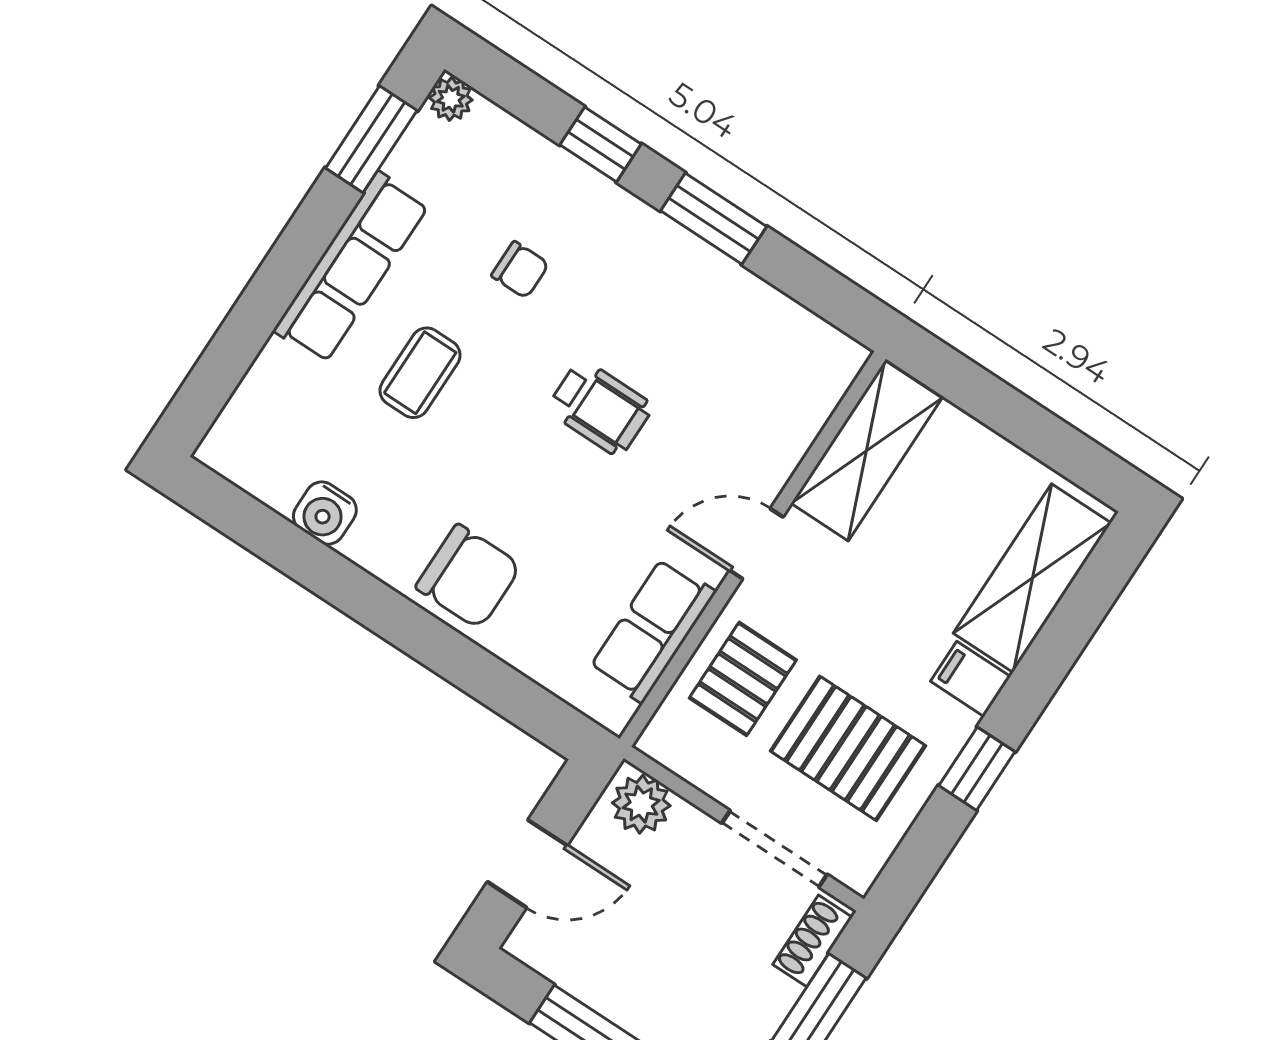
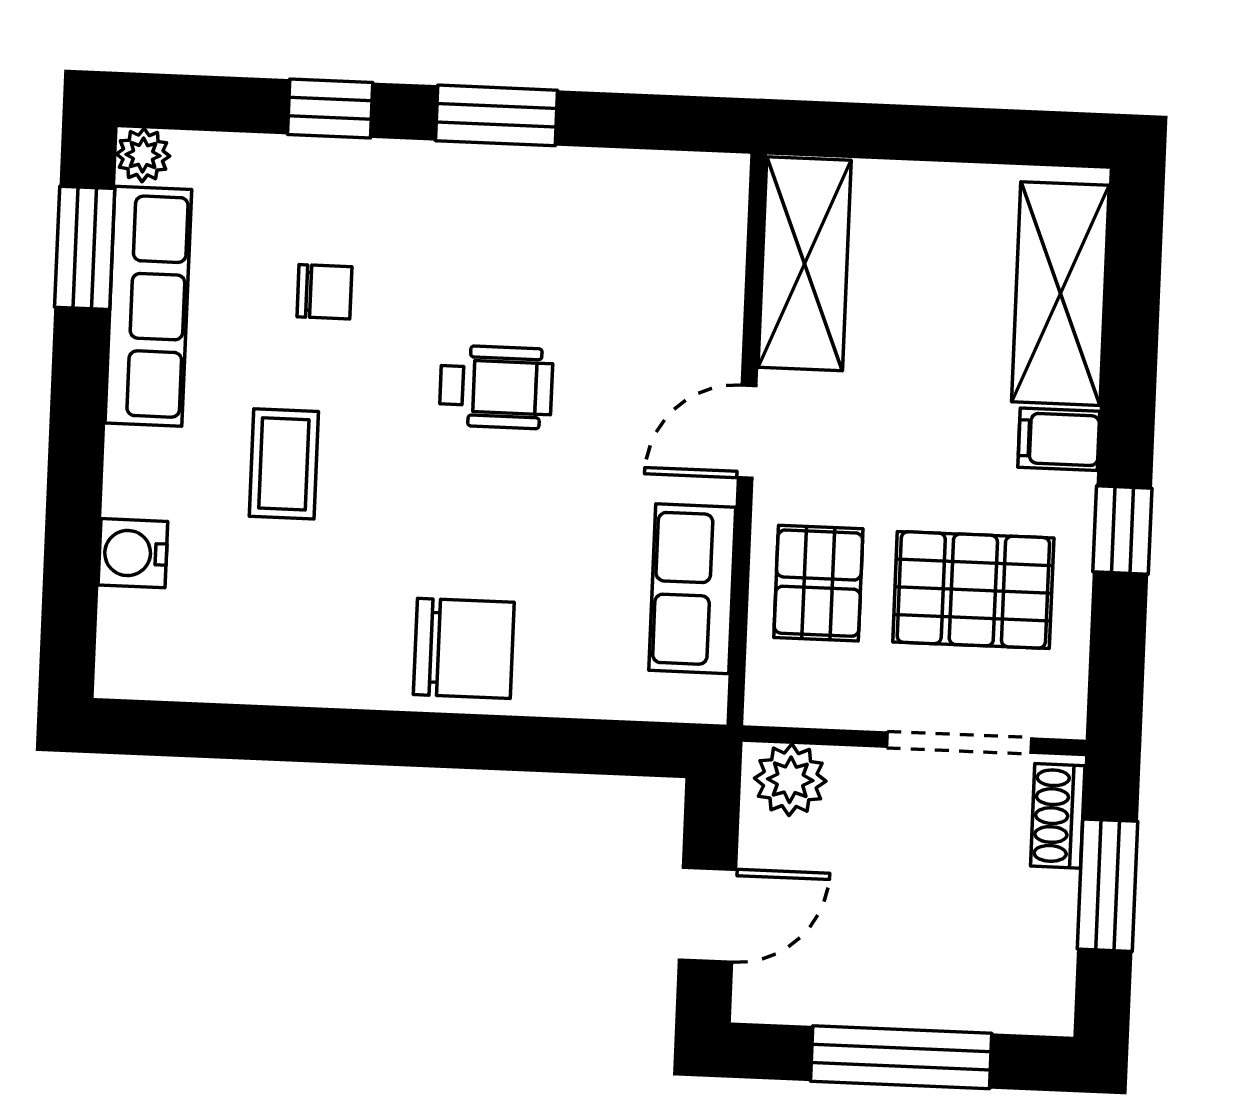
row of seats: (351, 268) -> (148, 306), moved
water cooler: (325, 513) -> (133, 553), moved, turned 90

